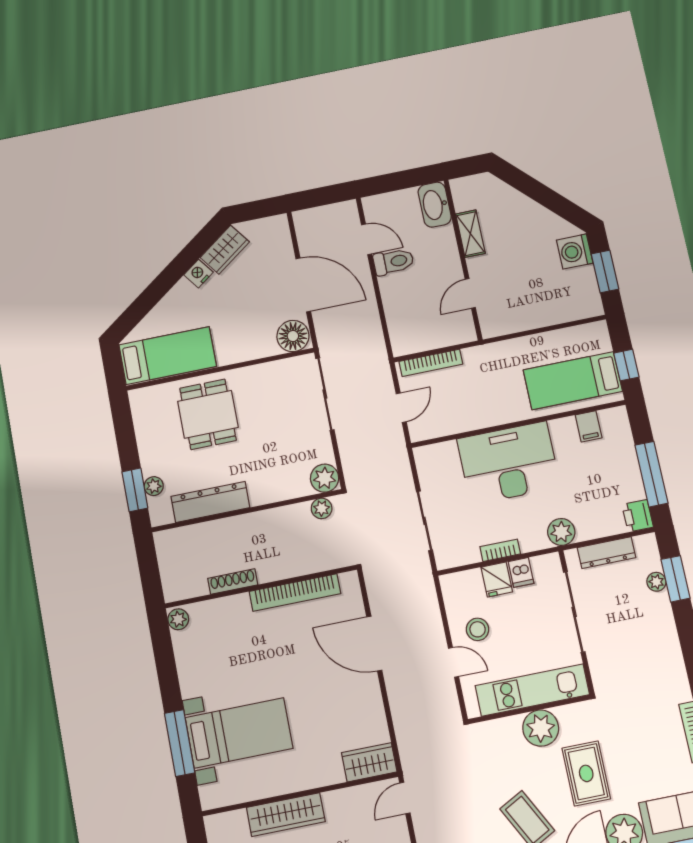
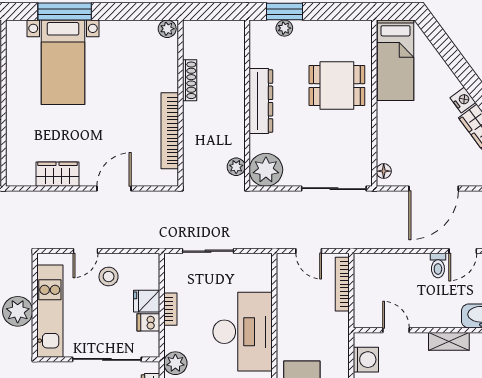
toilet: (394, 262) -> (438, 266), width x0.73, depth x0.72
washing machine: (510, 320) -> (366, 360), added
floor lamp: (293, 336) -> (384, 171), width x0.53, depth x0.53
plant: (325, 478) -> (266, 170), width x1.36, depth x1.36
dresser: (210, 502) -> (261, 101), moved
door: (374, 644) -> (114, 189), width x0.73
wardrobe: (369, 762) -> (58, 174), moved, turned -90

